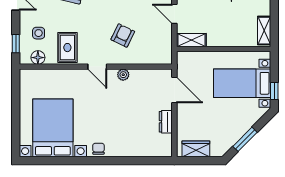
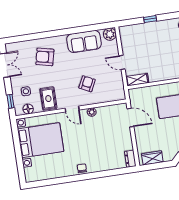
dresser: (166, 122) -> (130, 159), moved
bed with nightstands: (53, 128) -> (41, 140), moved, turned 90

